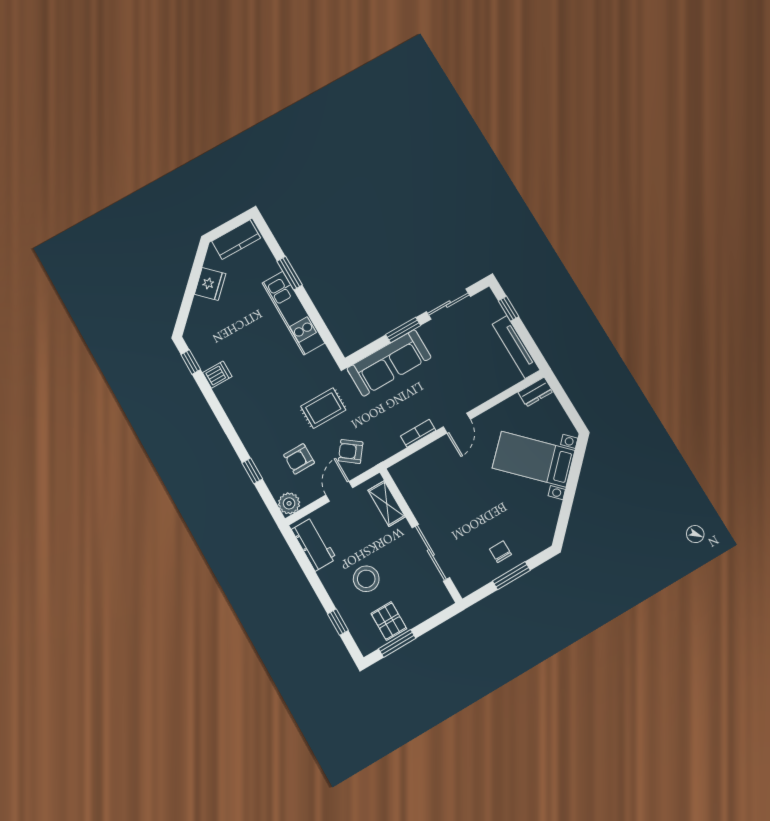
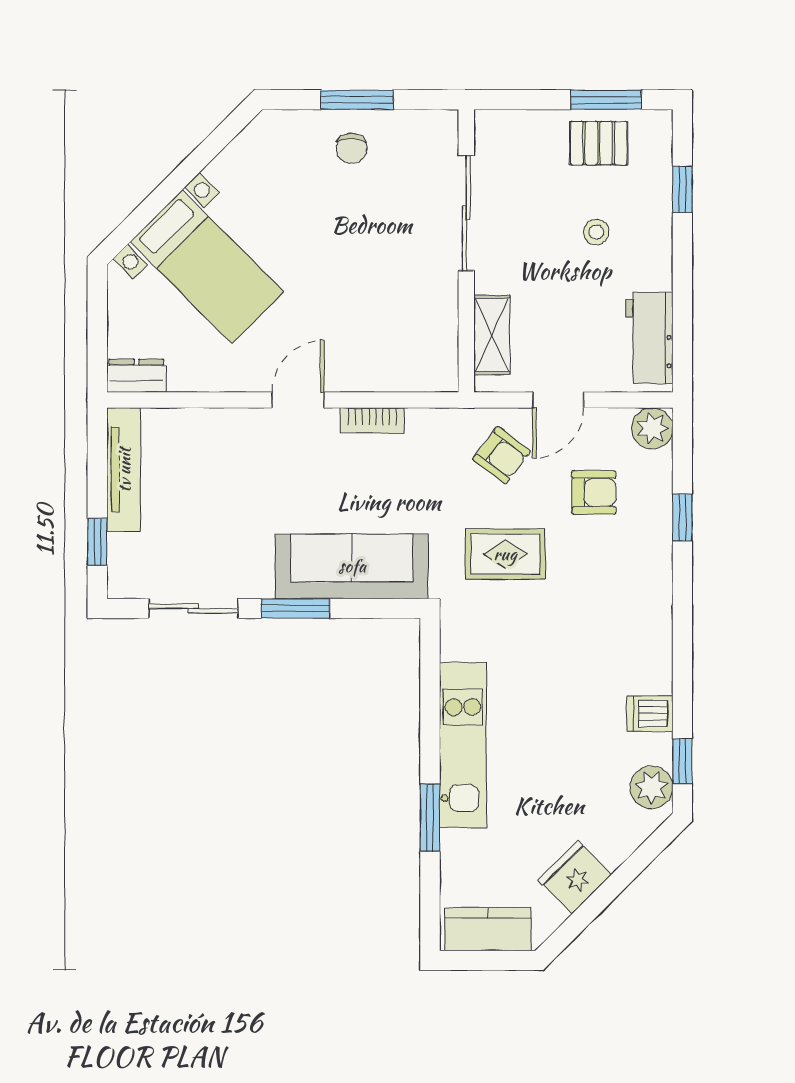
plant: (198, 343) -> (651, 787), added
stool: (366, 579) -> (596, 232), width x0.53, depth x0.53
pallet: (389, 621) -> (599, 143), turned 90

